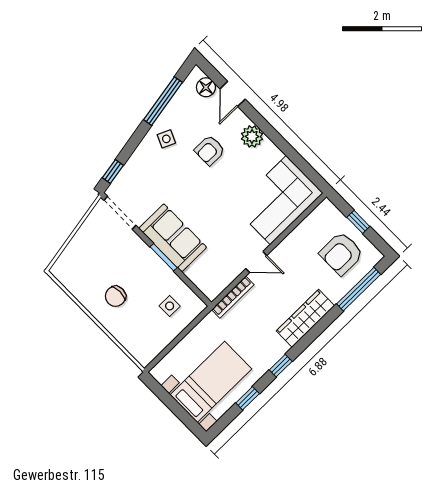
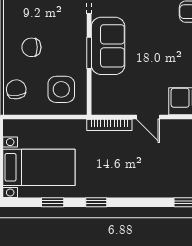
side table: (170, 306) -> (61, 89), width x1.87, depth x1.87
wardrobe: (305, 318) -> (144, 187), removed
chair: (135, 340) -> (16, 89), added

